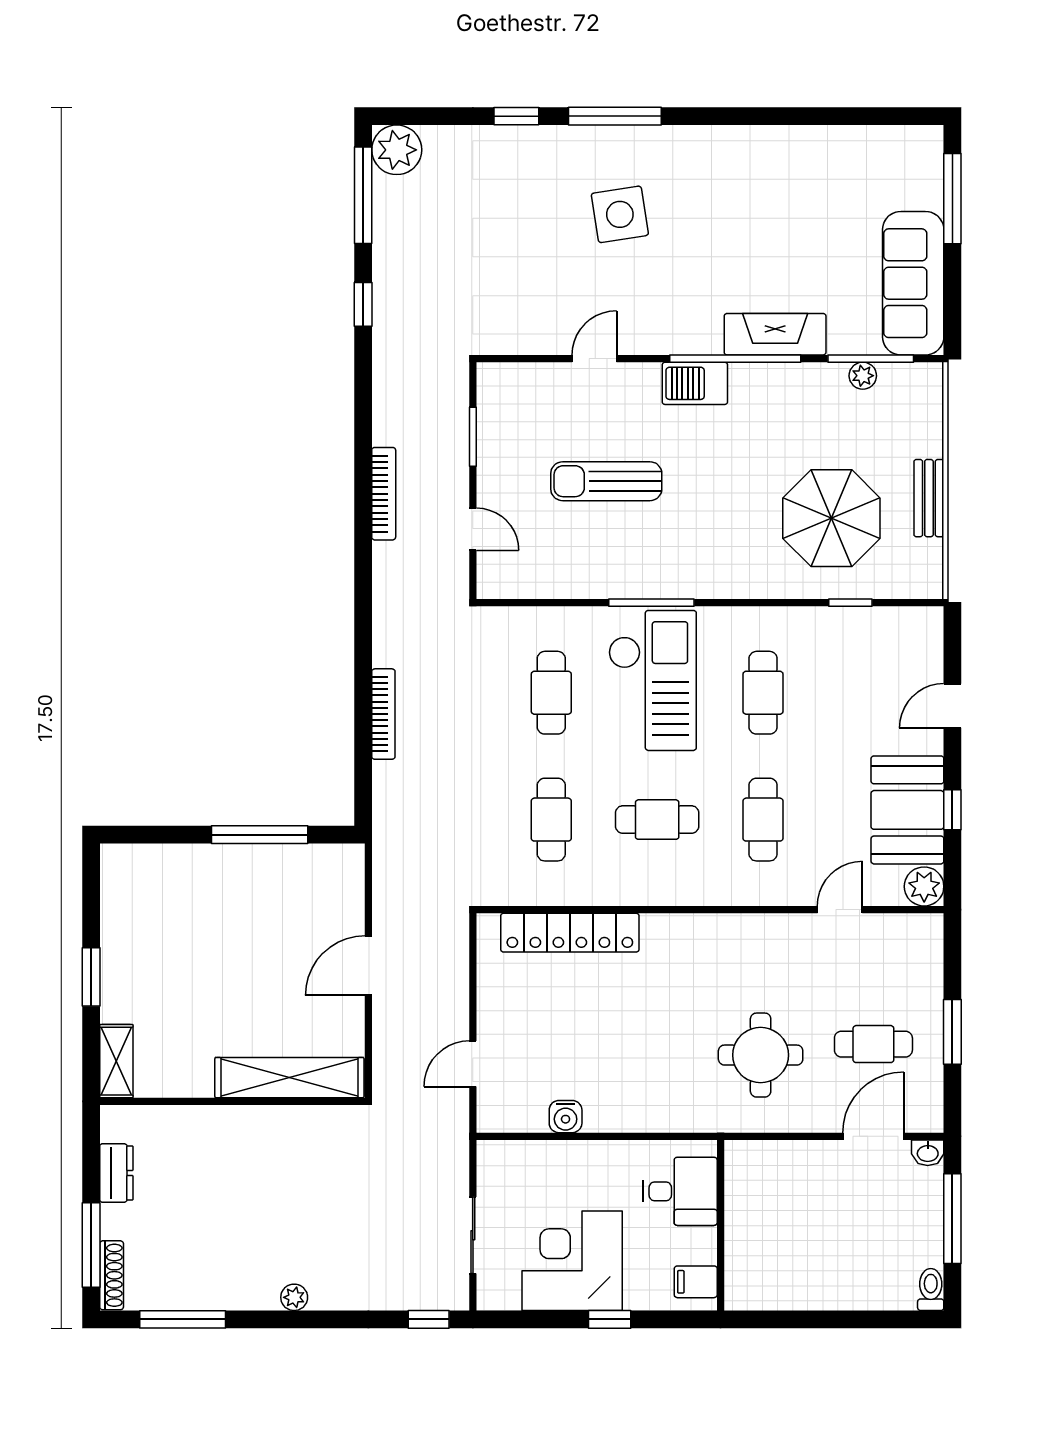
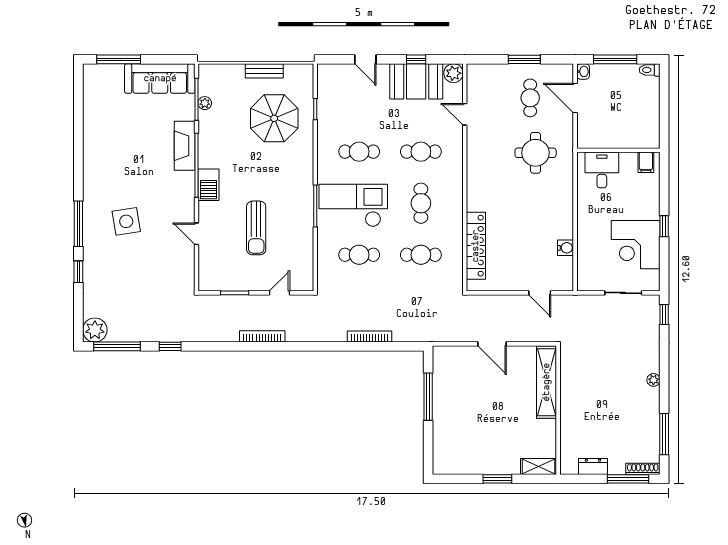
desk: (680, 1191) -> (602, 170), moved
wall: (721, 1225) -> (618, 150), moved
filing cabinet: (696, 1282) -> (646, 162), moved

